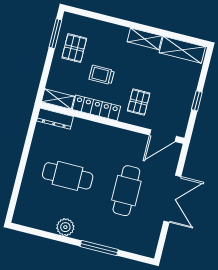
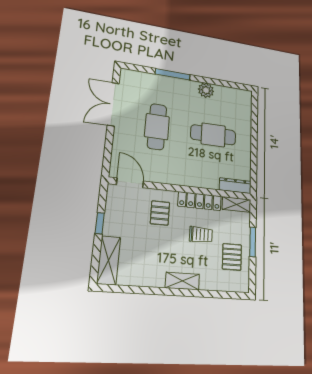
window: (55, 34) -> (253, 242), moved
shelving: (145, 39) -> (182, 281), moved
shelving: (182, 50) -> (109, 260), moved, turned 90
door: (163, 136) -> (130, 183), hinge flipped
double door: (172, 199) -> (113, 104), moved

